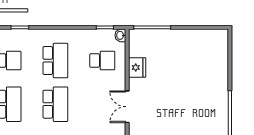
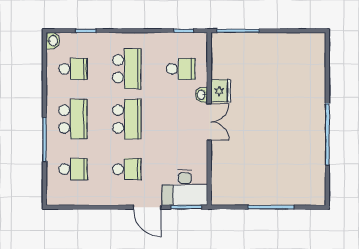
washbasin: (120, 35) -> (201, 95), moved
fridge: (137, 67) -> (221, 91), moved
double door: (127, 107) -> (209, 122), swing flipped

